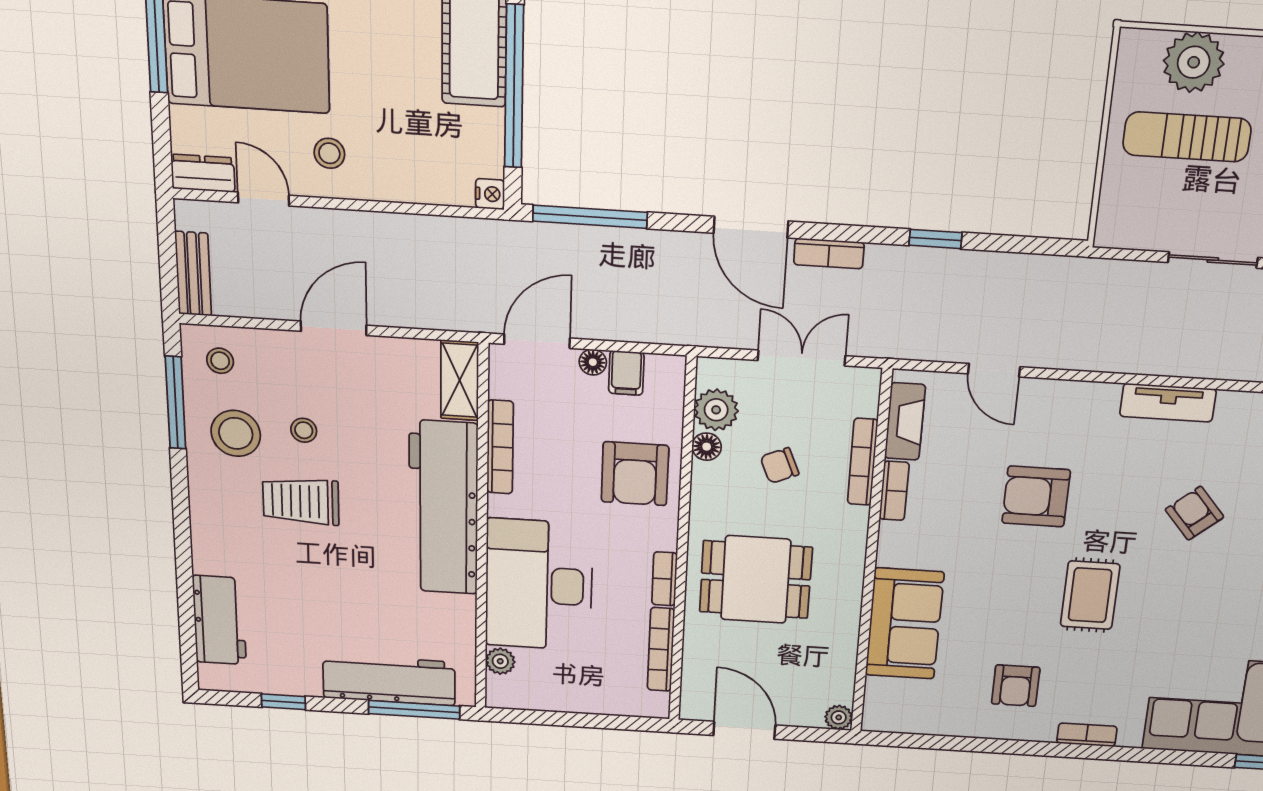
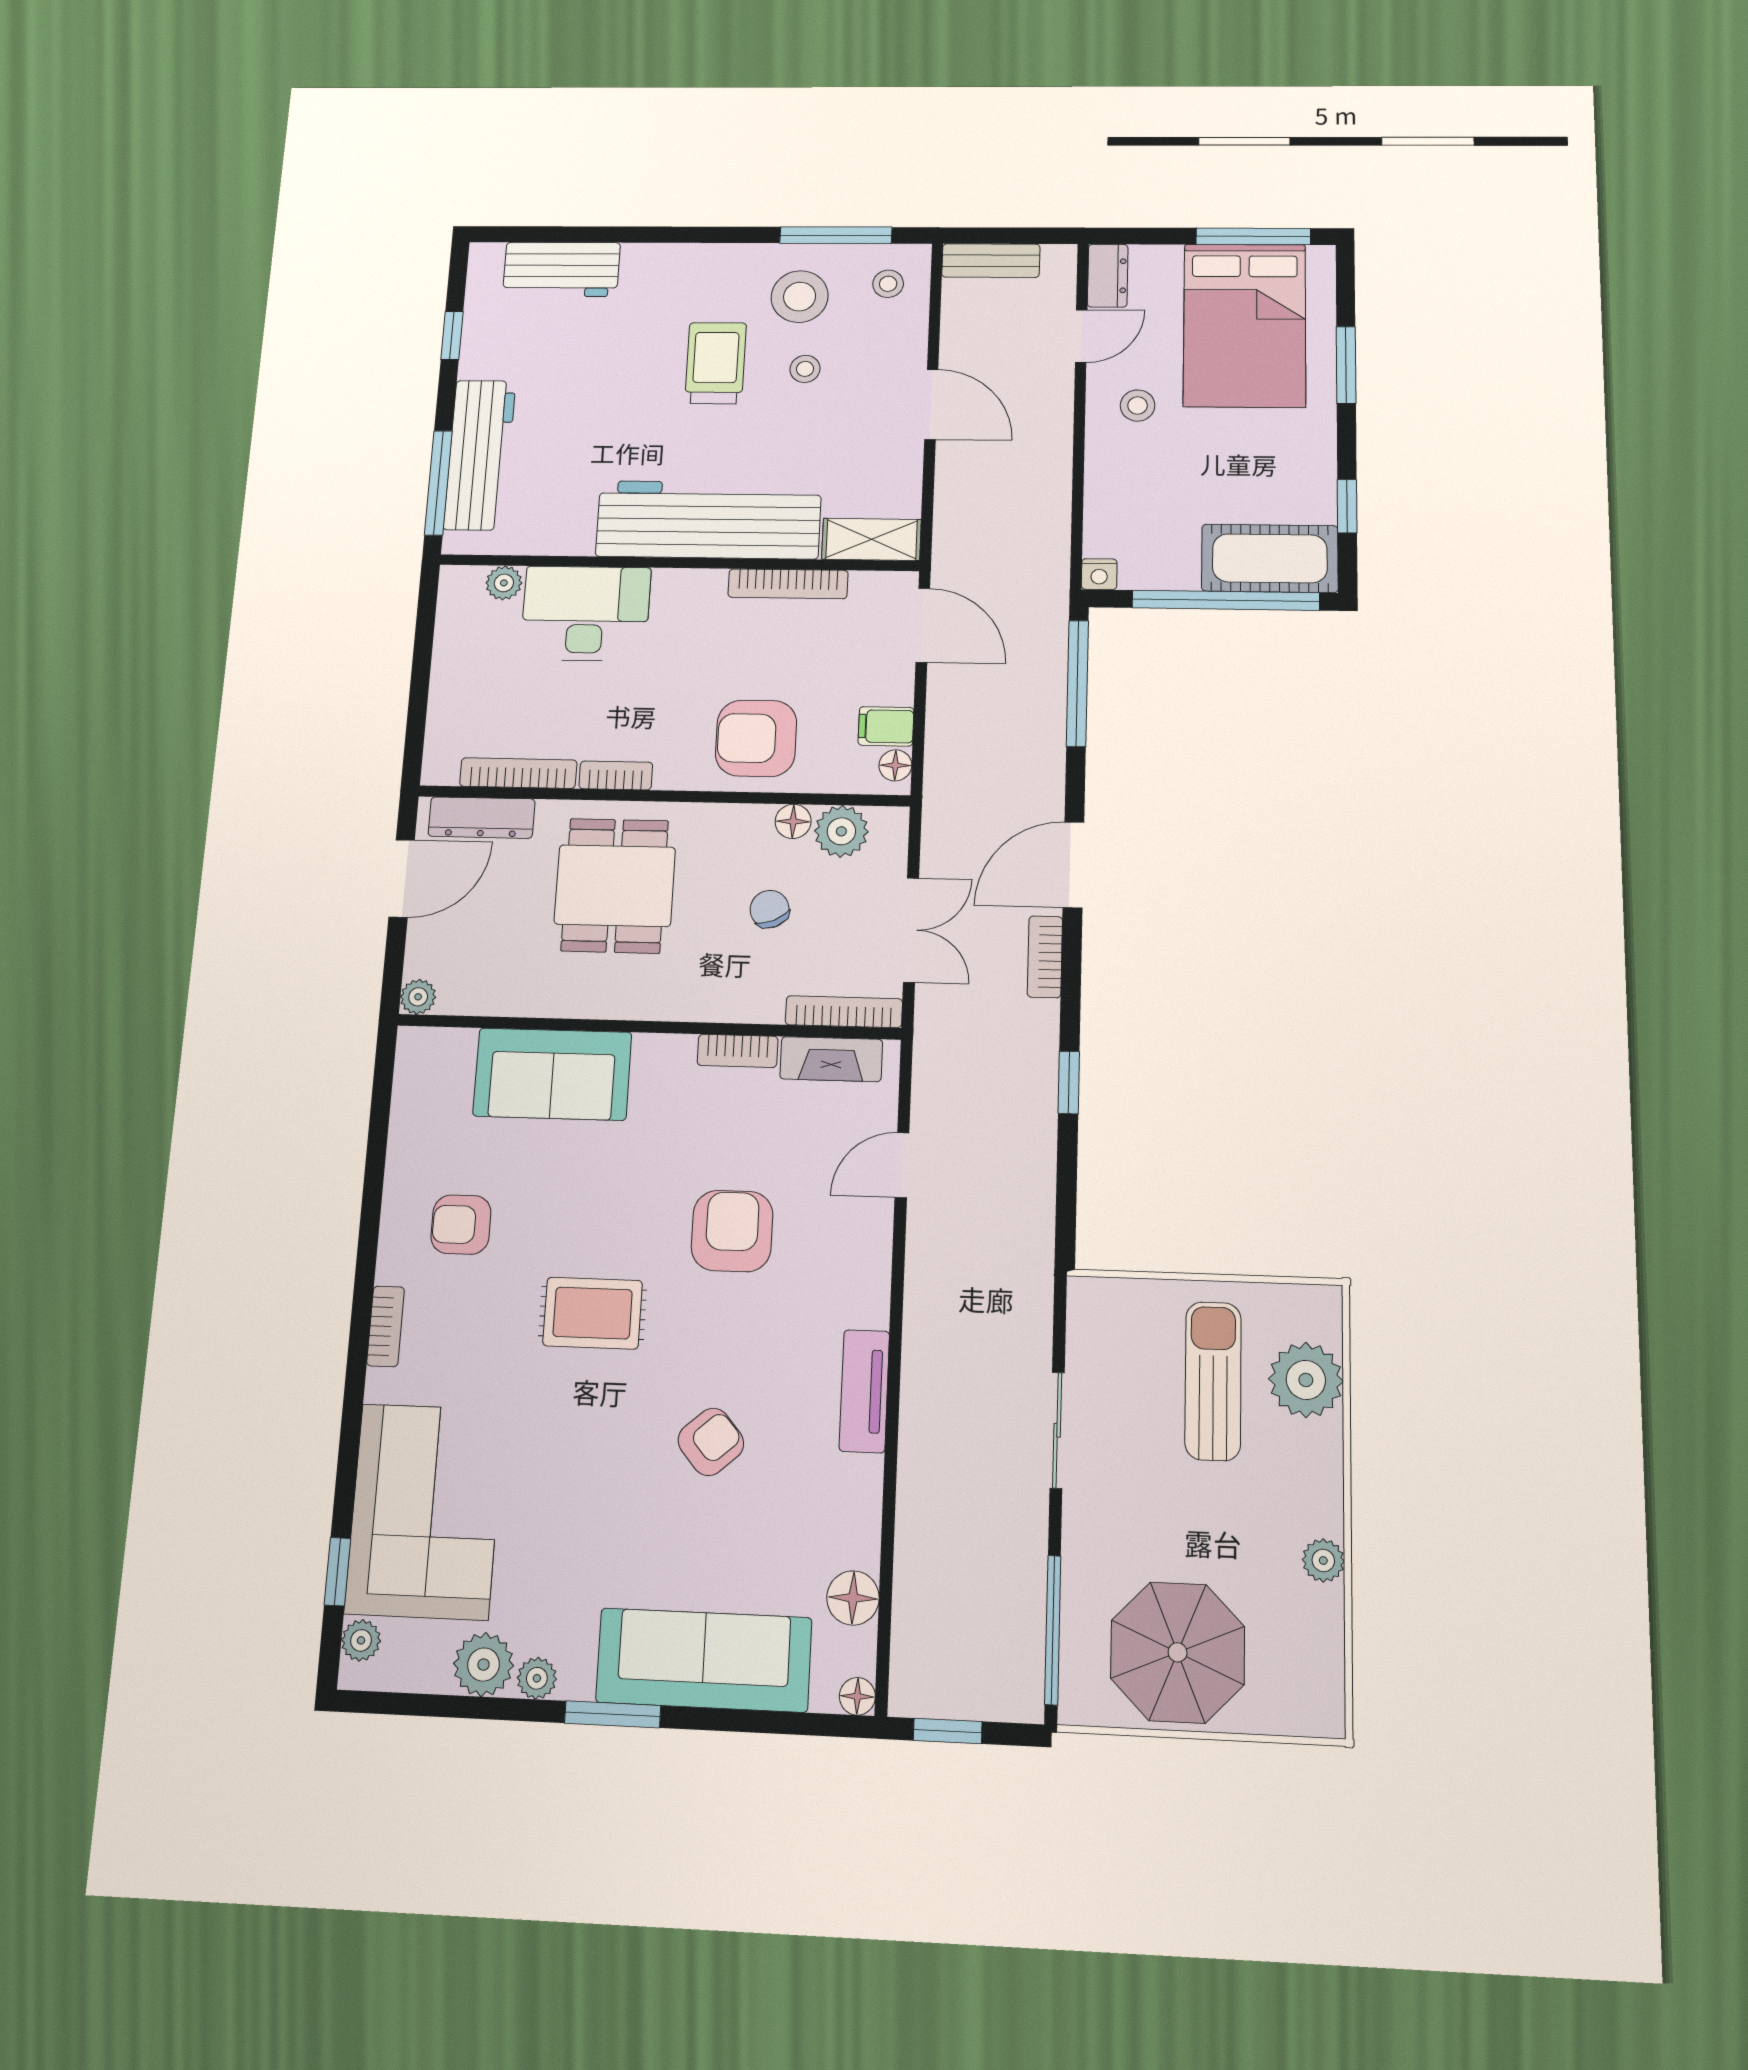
floor lamp: (593, 362) -> (895, 765), moved
bookcase: (863, 462) -> (844, 1012), moved
desk: (539, 585) -> (586, 613), width x0.73, depth x0.77
dresser: (697, 675) -> (482, 818), added

